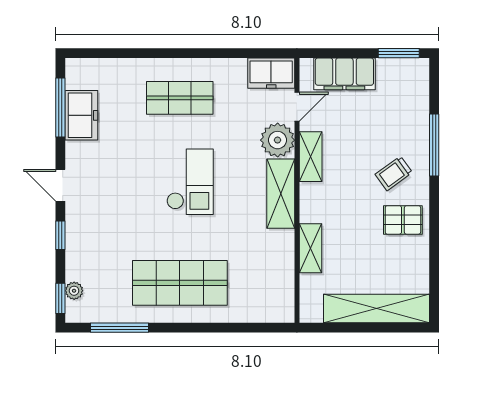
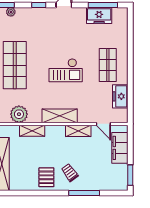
freezer: (271, 73) -> (120, 96), moved
plant: (278, 140) -> (19, 114), moved

